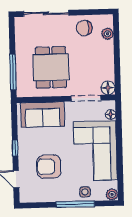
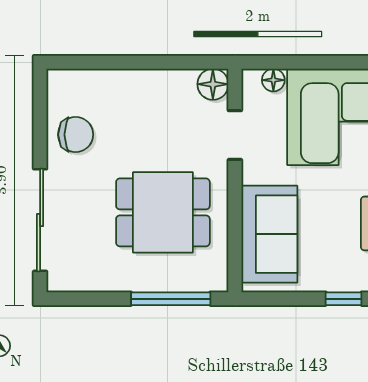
chair: (84, 28) -> (76, 135), turned -90
plant: (107, 34) -> (90, 82), removed
doorway: (86, 98) -> (235, 135), width x0.73

